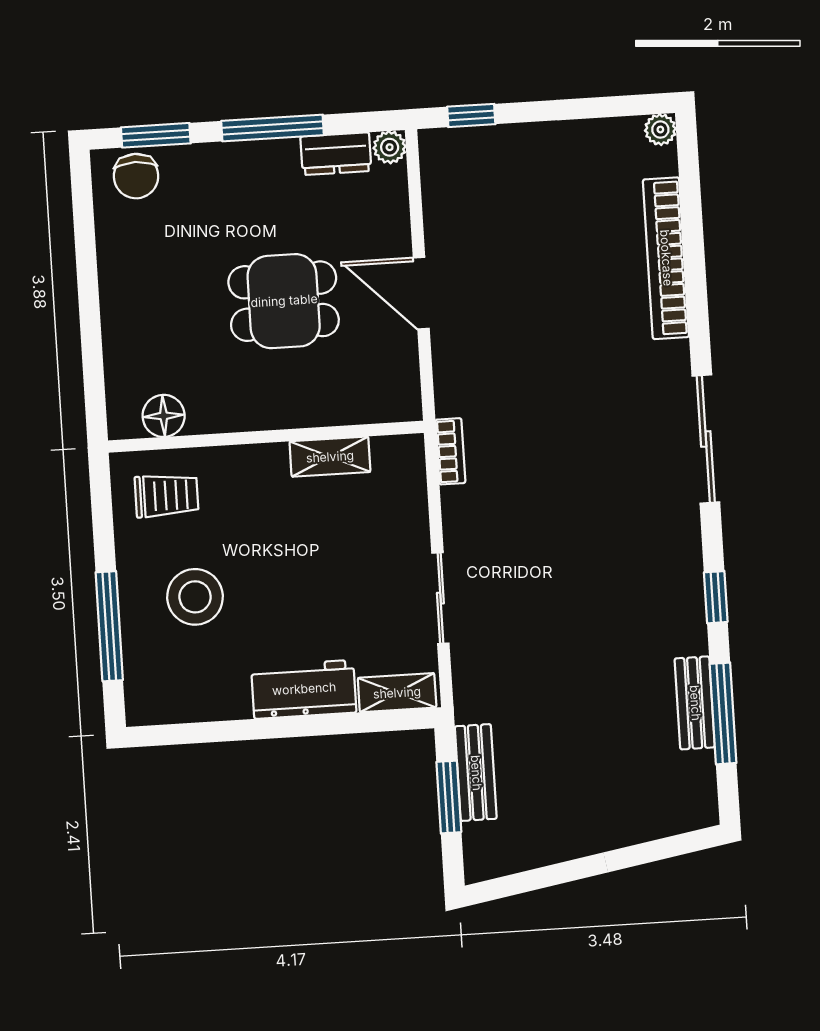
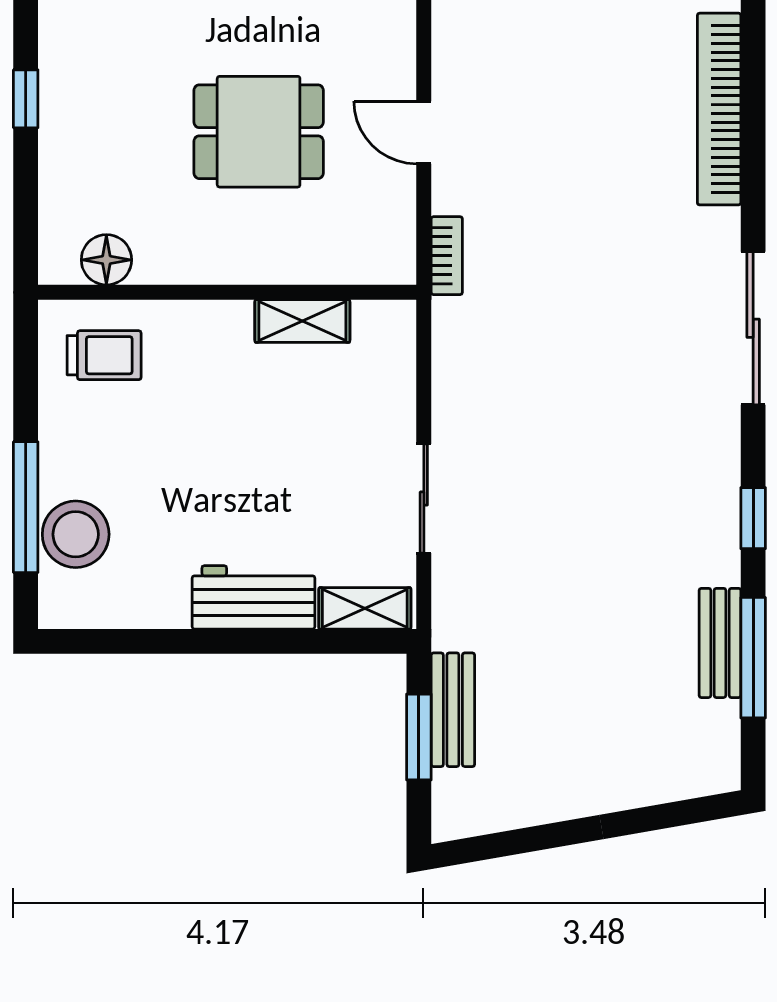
window: (88, 286) -> (26, 99), added
door: (421, 293) -> (424, 132), width x0.73
bookcase: (450, 451) -> (447, 256), moved
stool: (195, 597) -> (76, 534), moved

